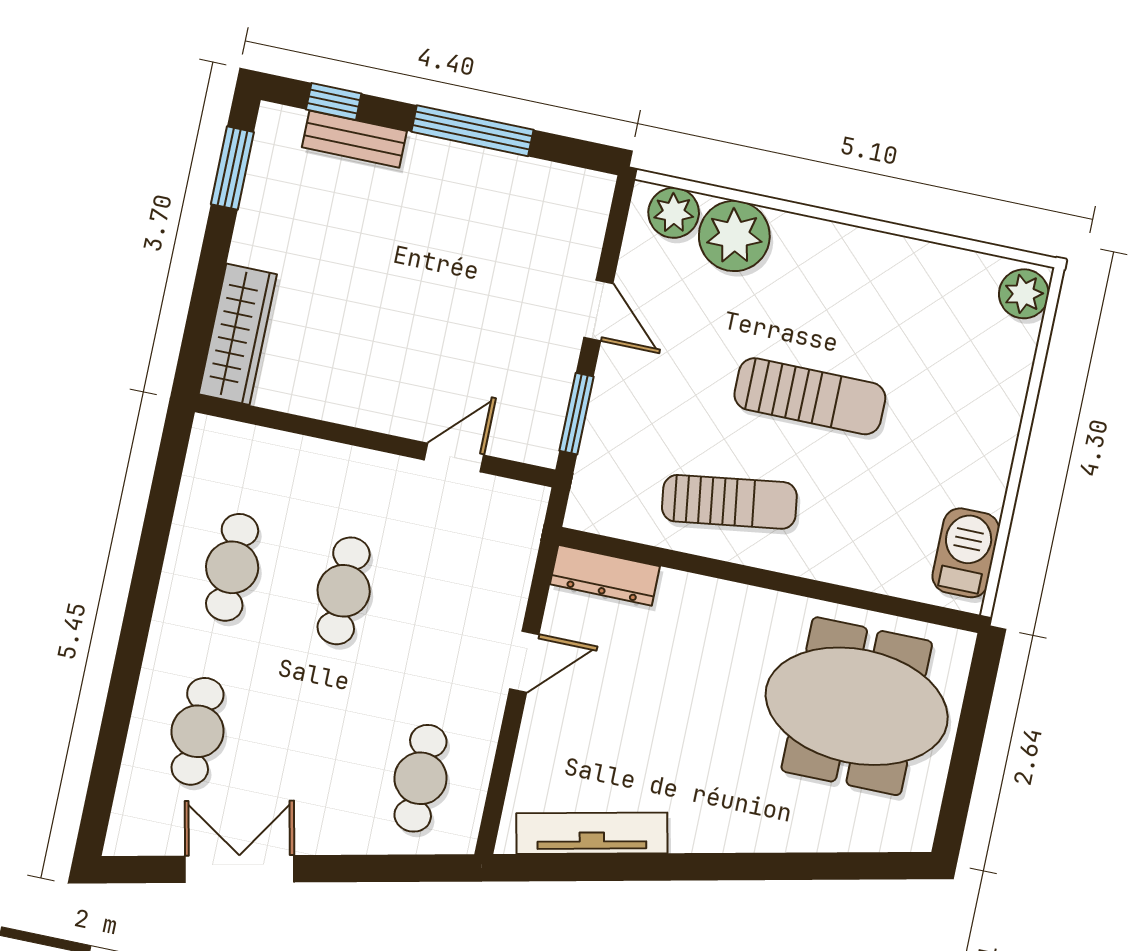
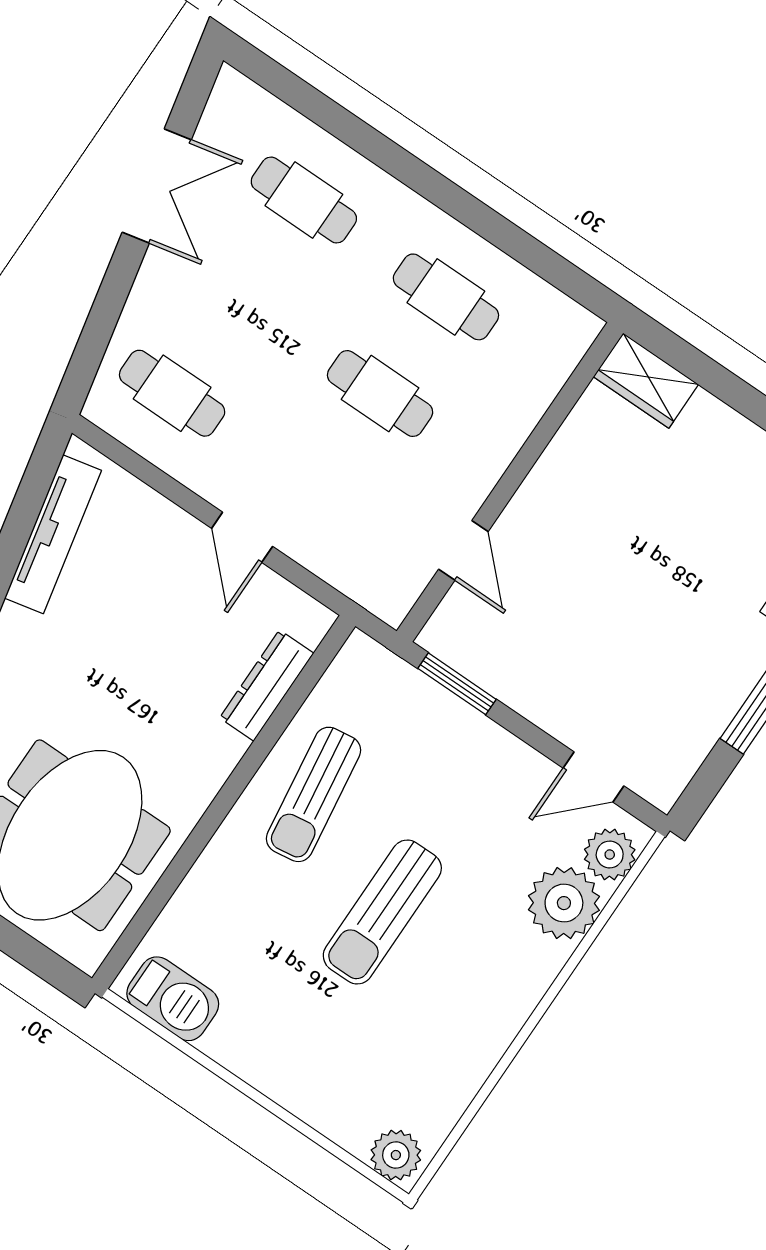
door: (598, 310) -> (594, 777), moved
wardrobe: (238, 334) -> (646, 381), width x0.67
dresser: (605, 575) -> (267, 686), moved

